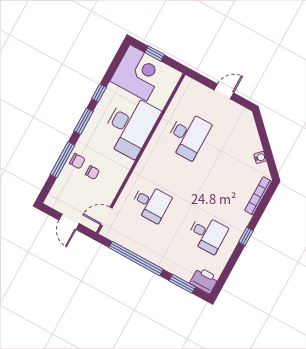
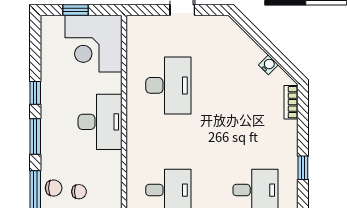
corner desk: (138, 73) -> (94, 44), moved, turned 180
desk: (130, 126) -> (100, 122), width x0.73, depth x0.77
bookcase: (258, 196) -> (291, 102), width x0.64

